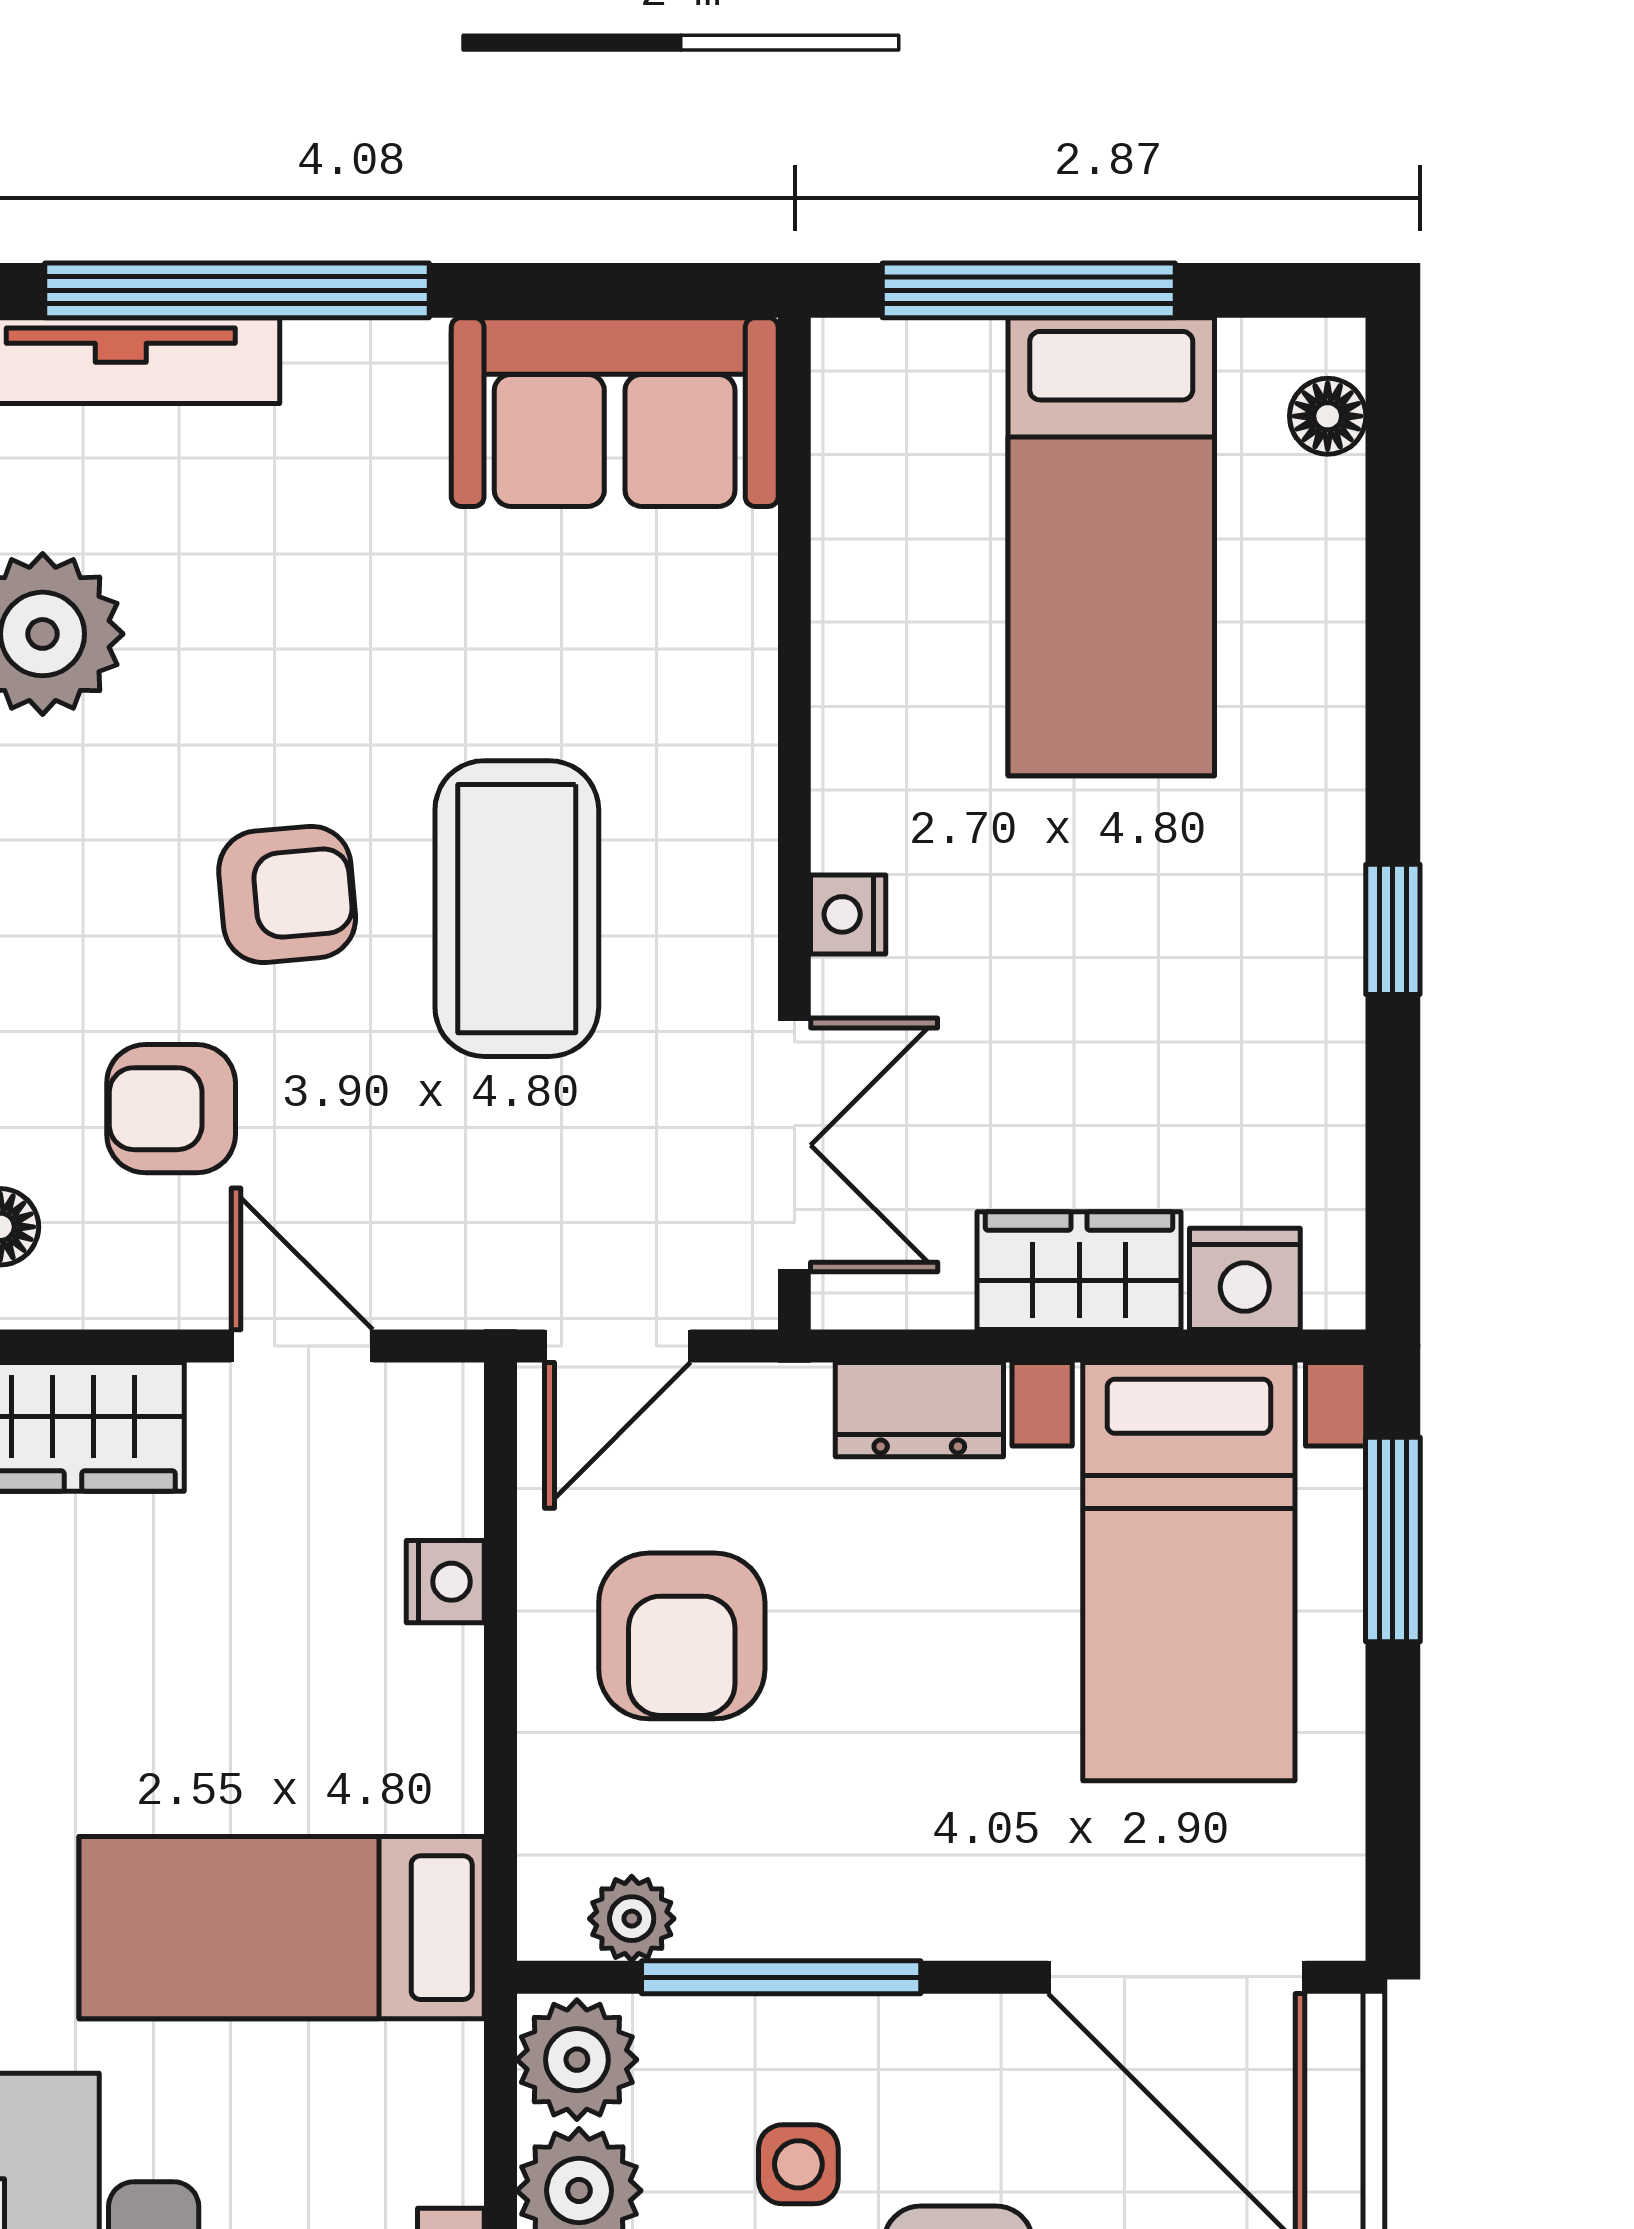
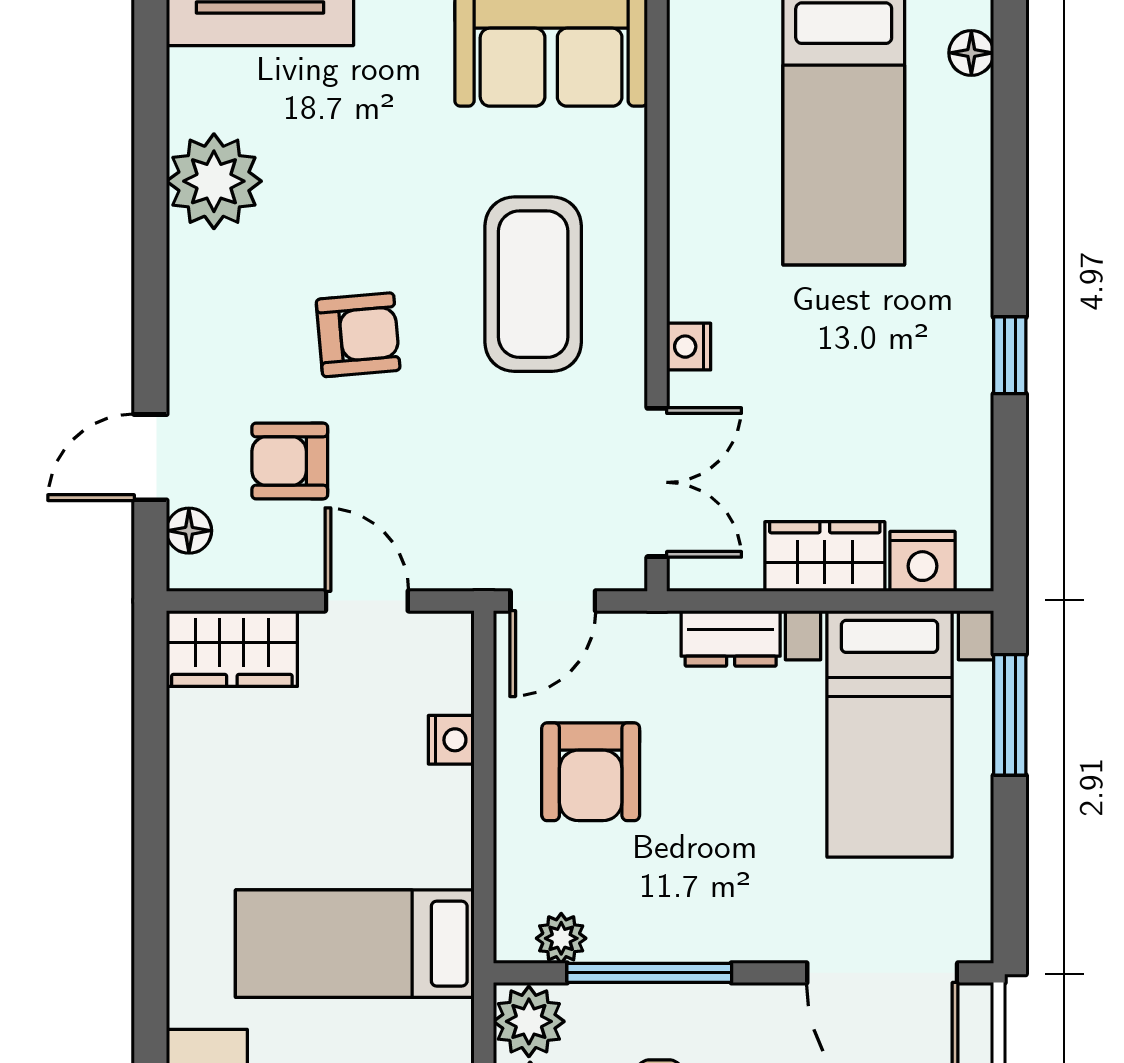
coffee table: (517, 909) -> (533, 284), moved

